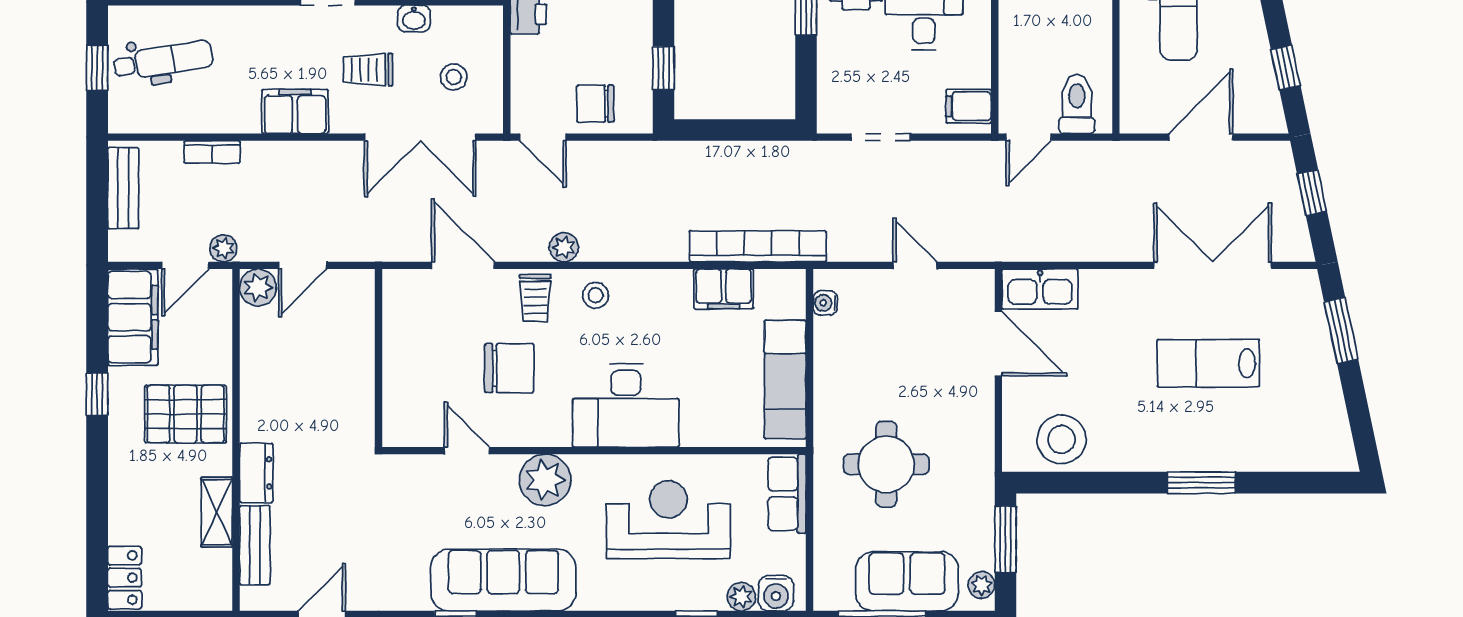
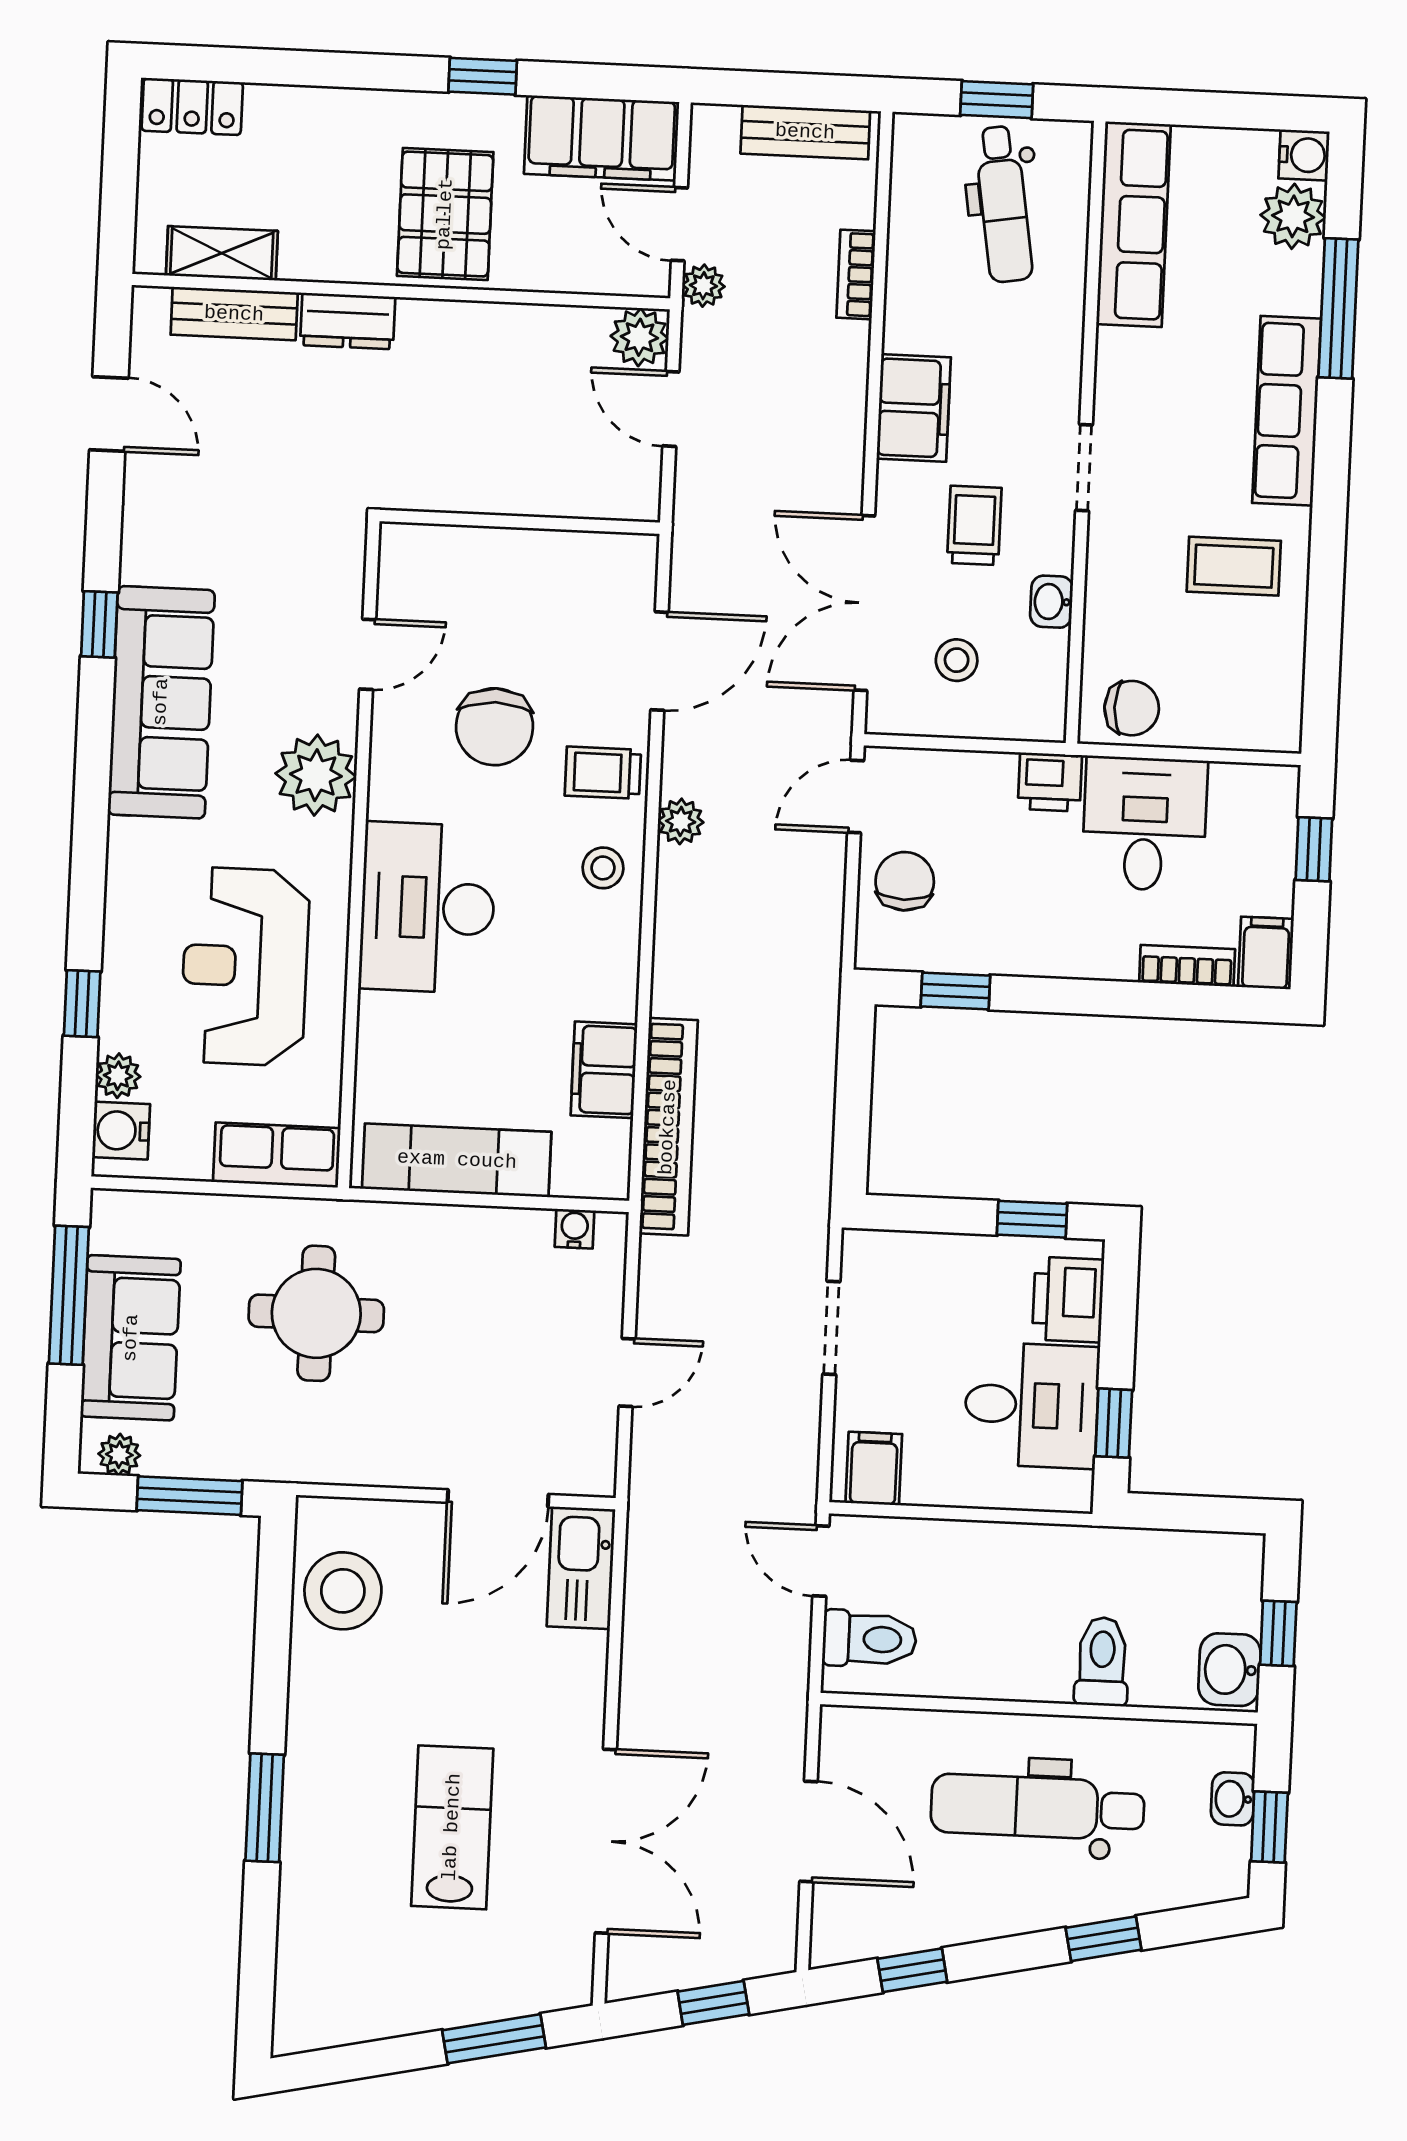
shelving: (217, 512) -> (222, 253), moved
reception desk: (668, 519) -> (245, 966), turned 180

